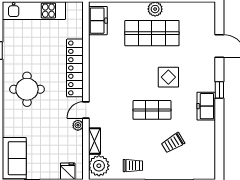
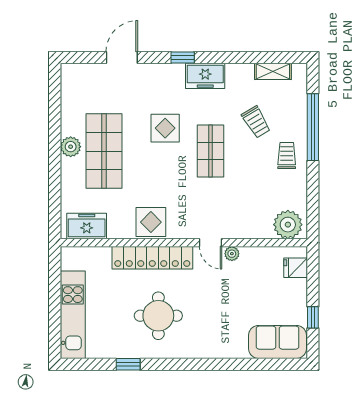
display table: (101, 67) -> (151, 222), added
round table: (27, 89) -> (158, 316), moved
shelving: (94, 141) -> (273, 71), moved
trolley: (133, 166) -> (287, 155), moved

